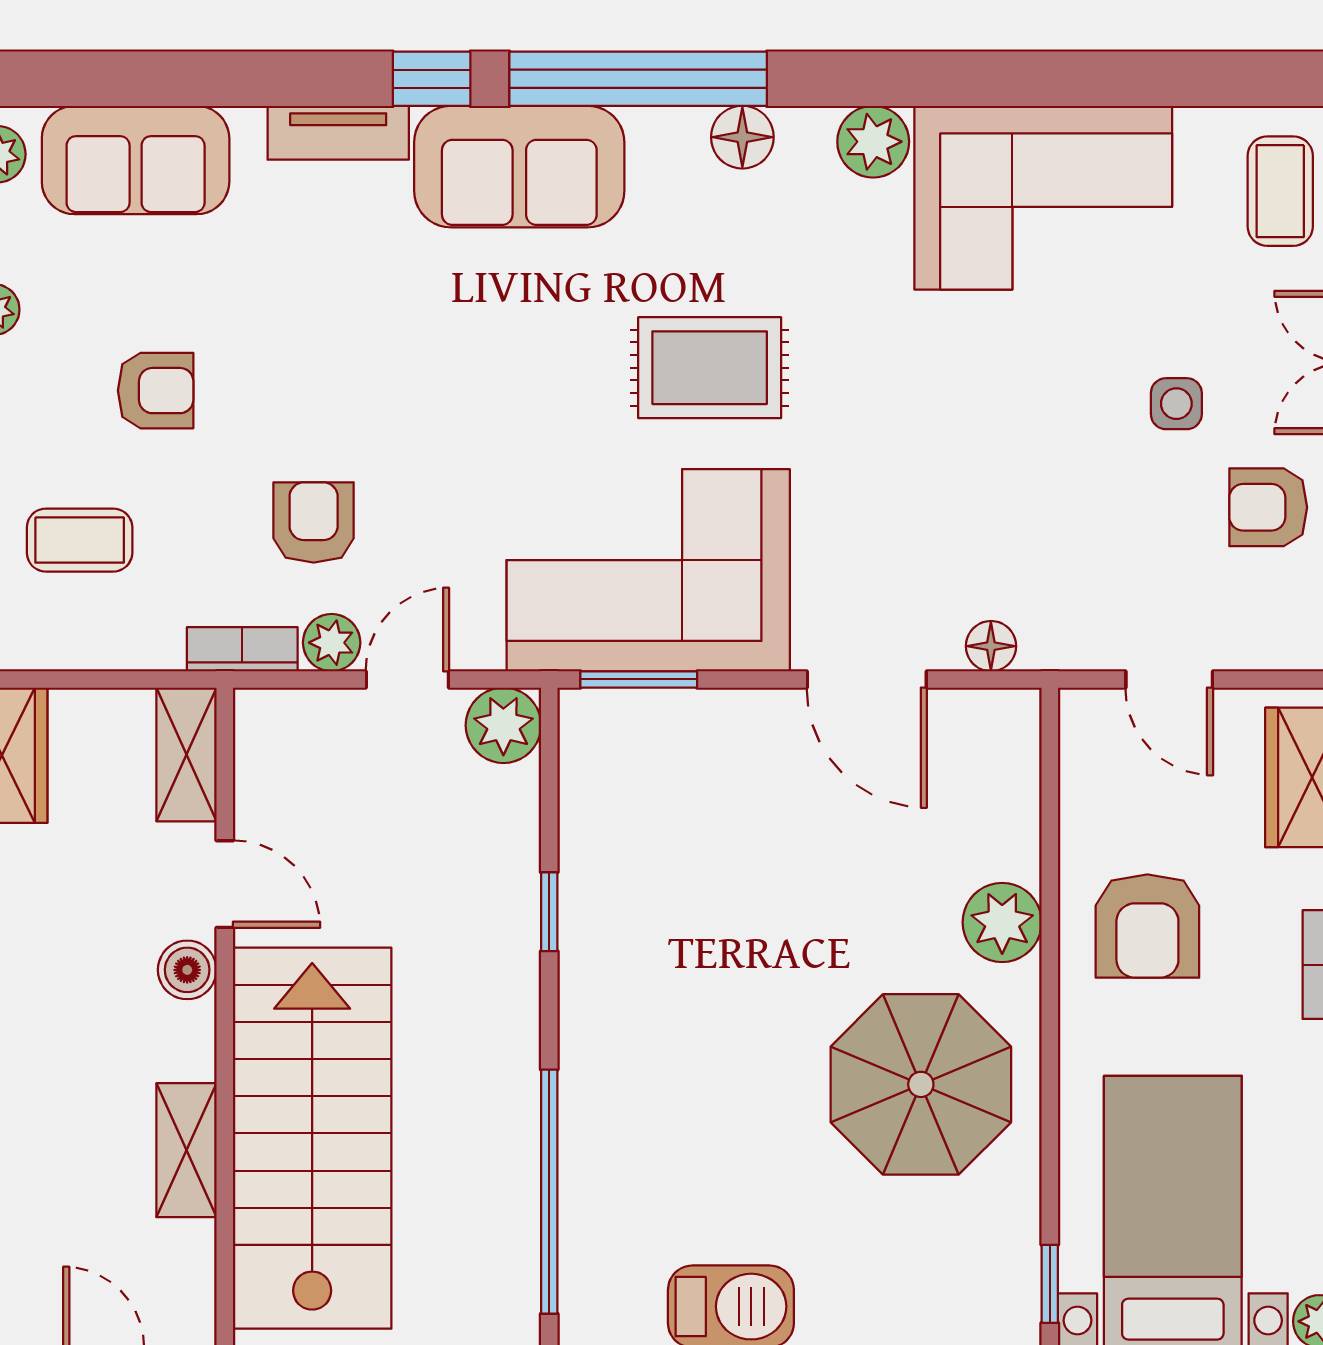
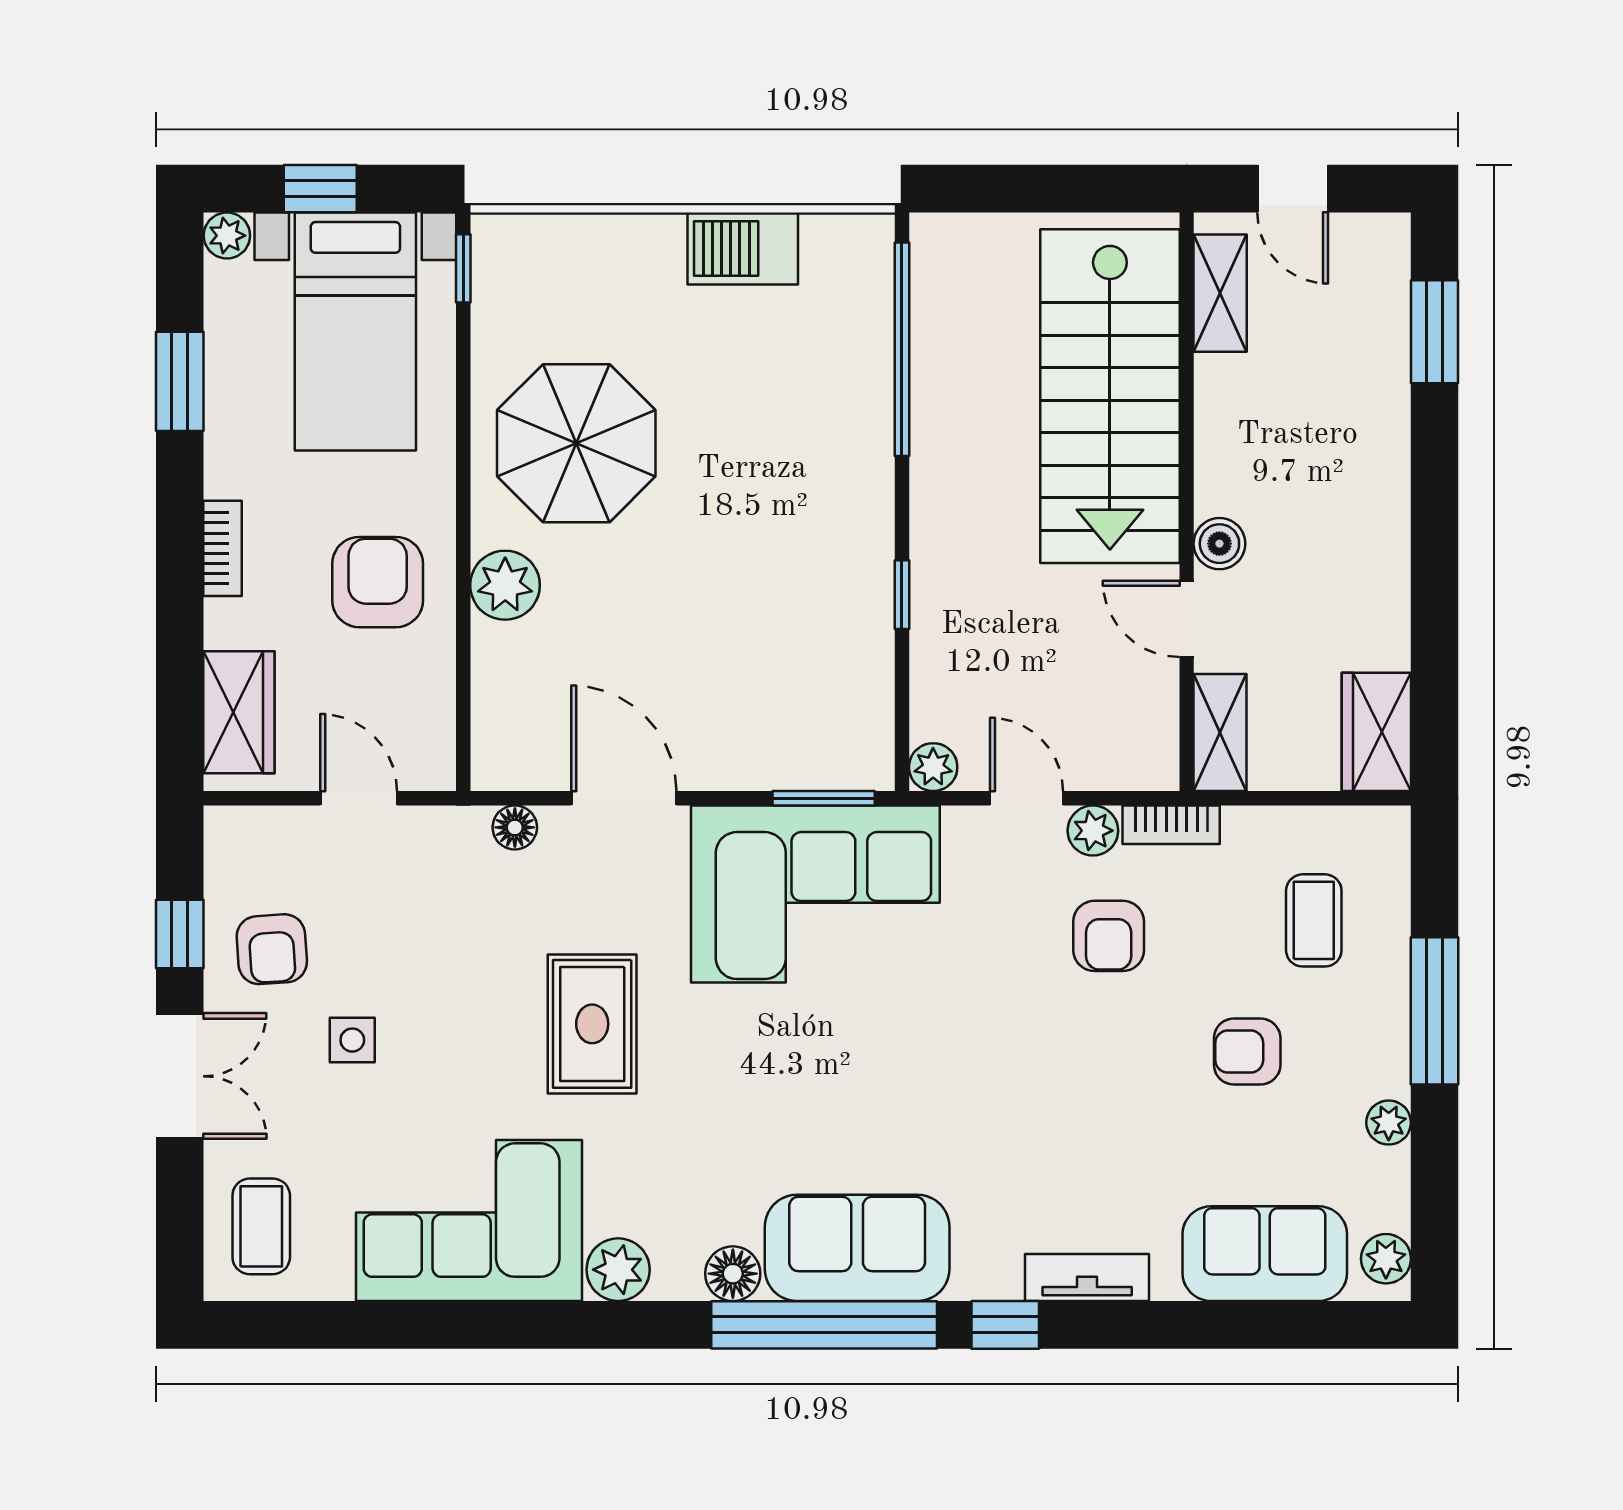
sofa: (519, 167) -> (857, 1248), moved
rug: (710, 368) -> (592, 1024), moved, turned 90
armchair: (1268, 507) -> (272, 949), turned 86
coffee table: (80, 540) -> (1314, 920), turned 90
door: (407, 679) -> (1026, 798), swing flipped
plant: (503, 725) -> (933, 767), width x0.73, depth x0.73
shelving: (186, 1150) -> (1220, 293), moved

